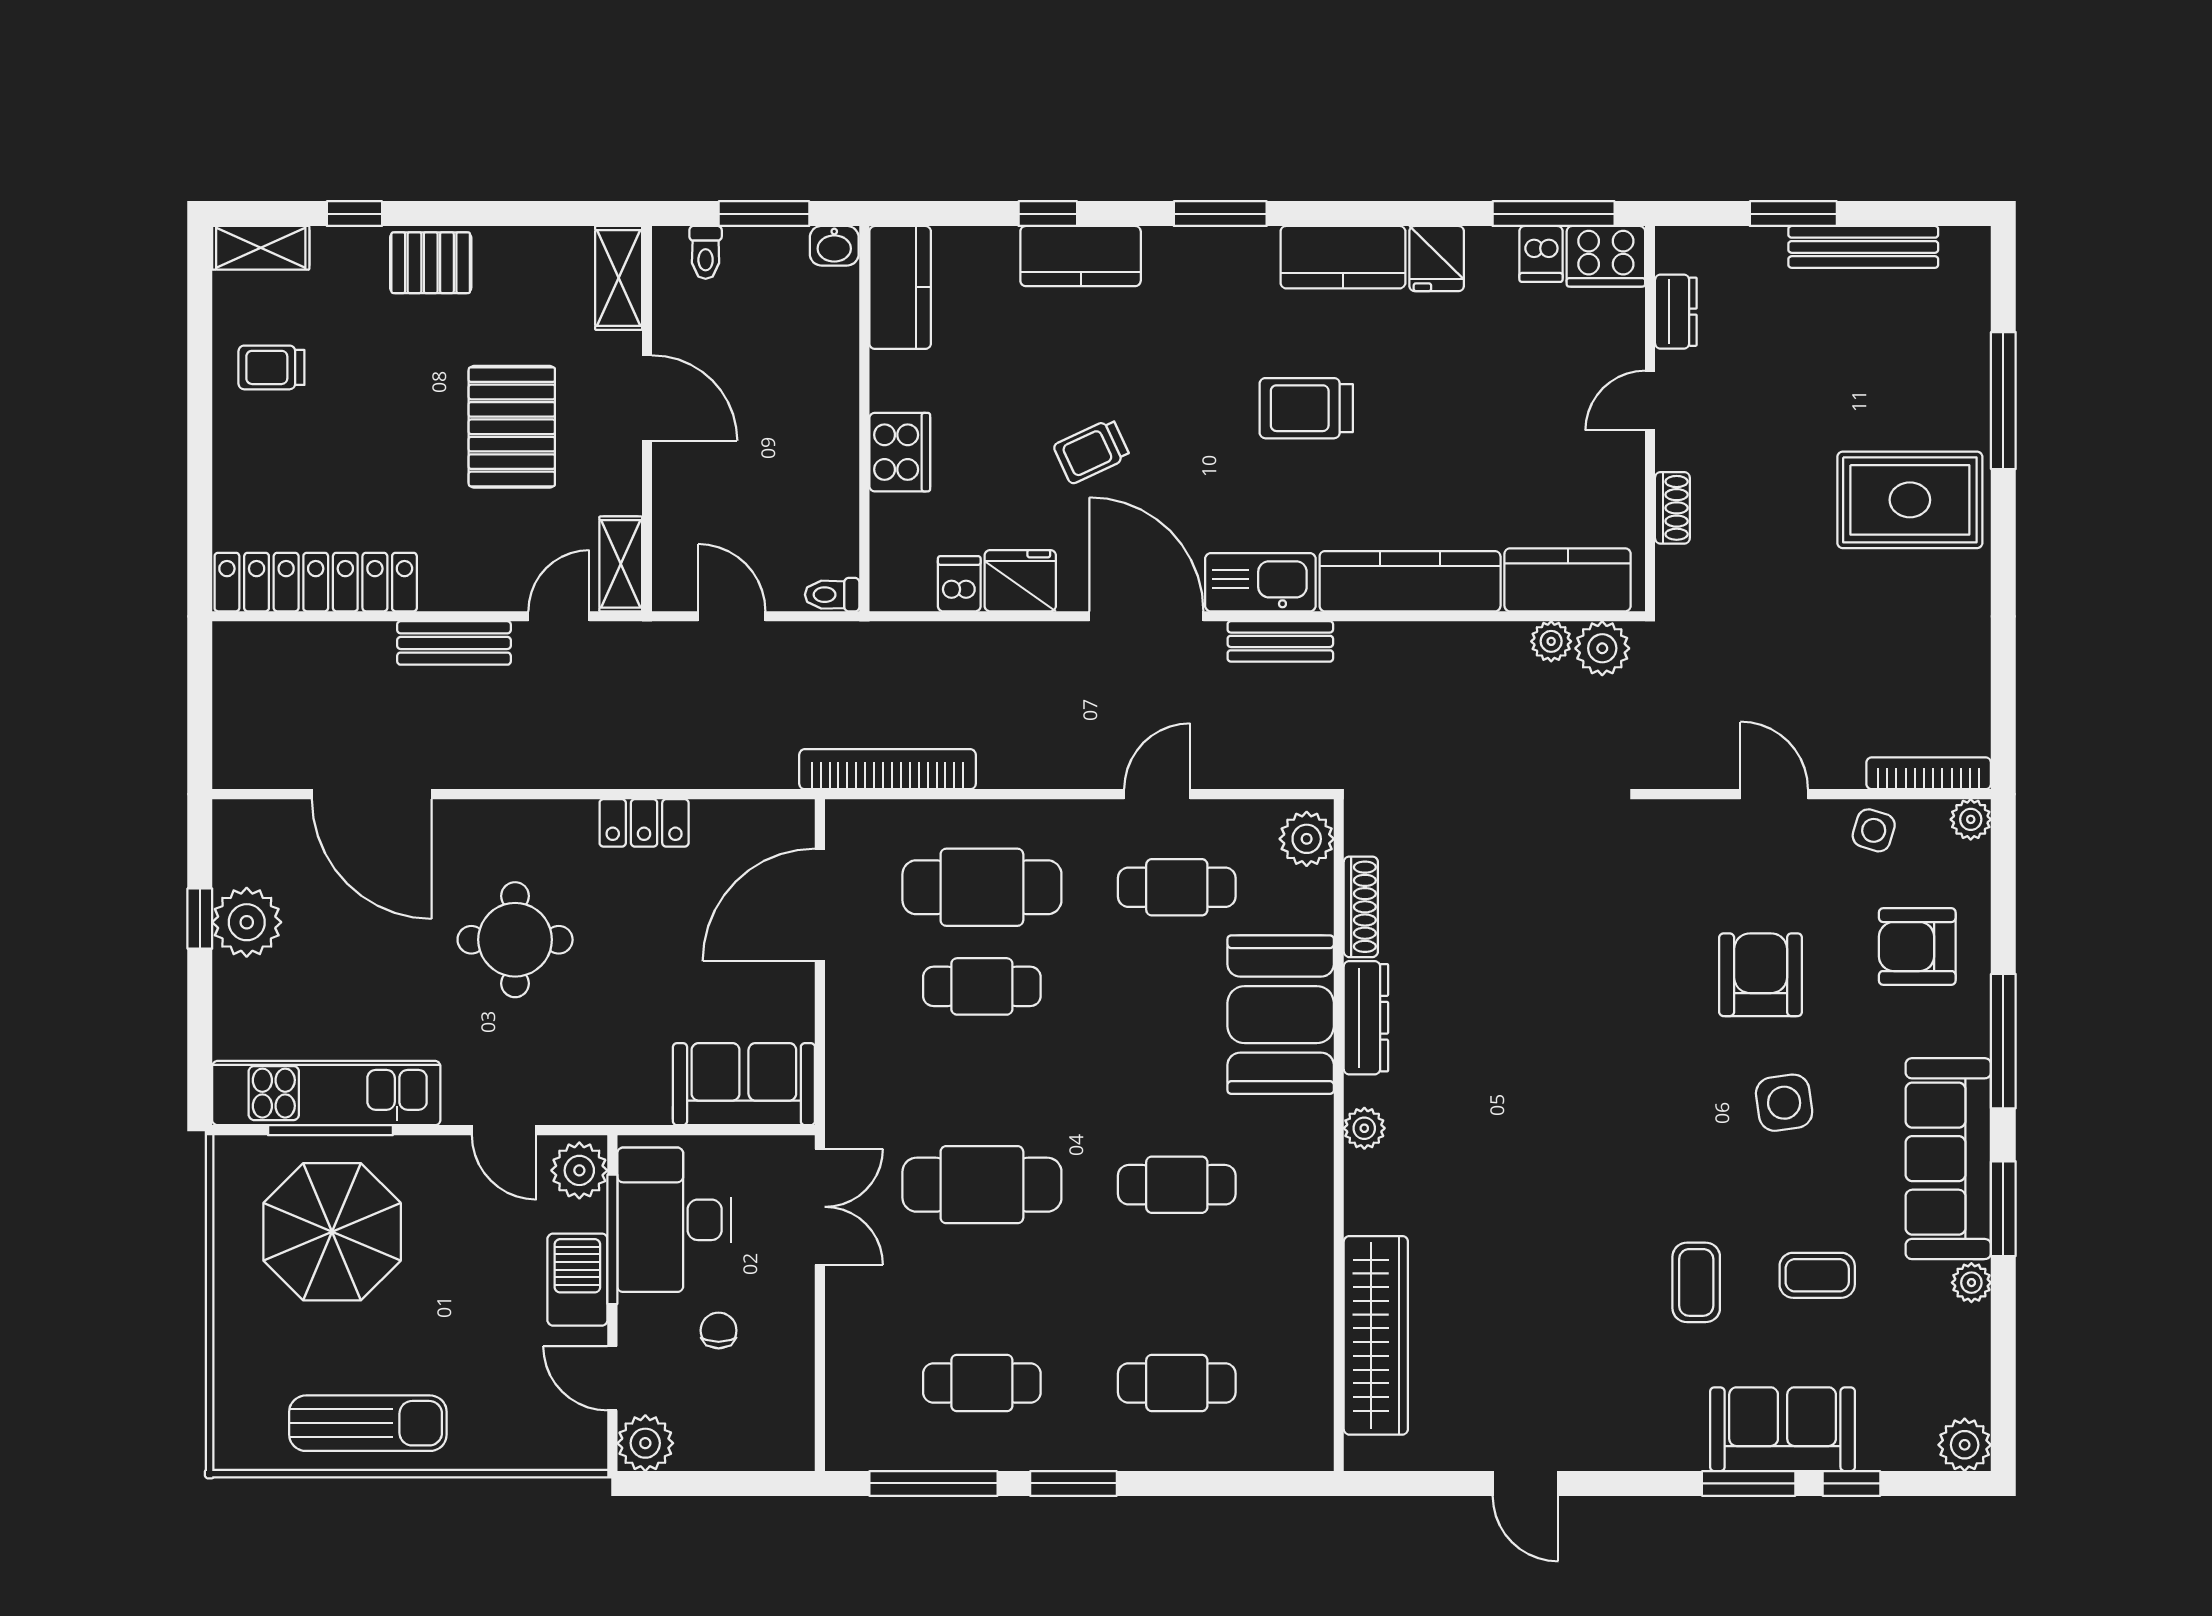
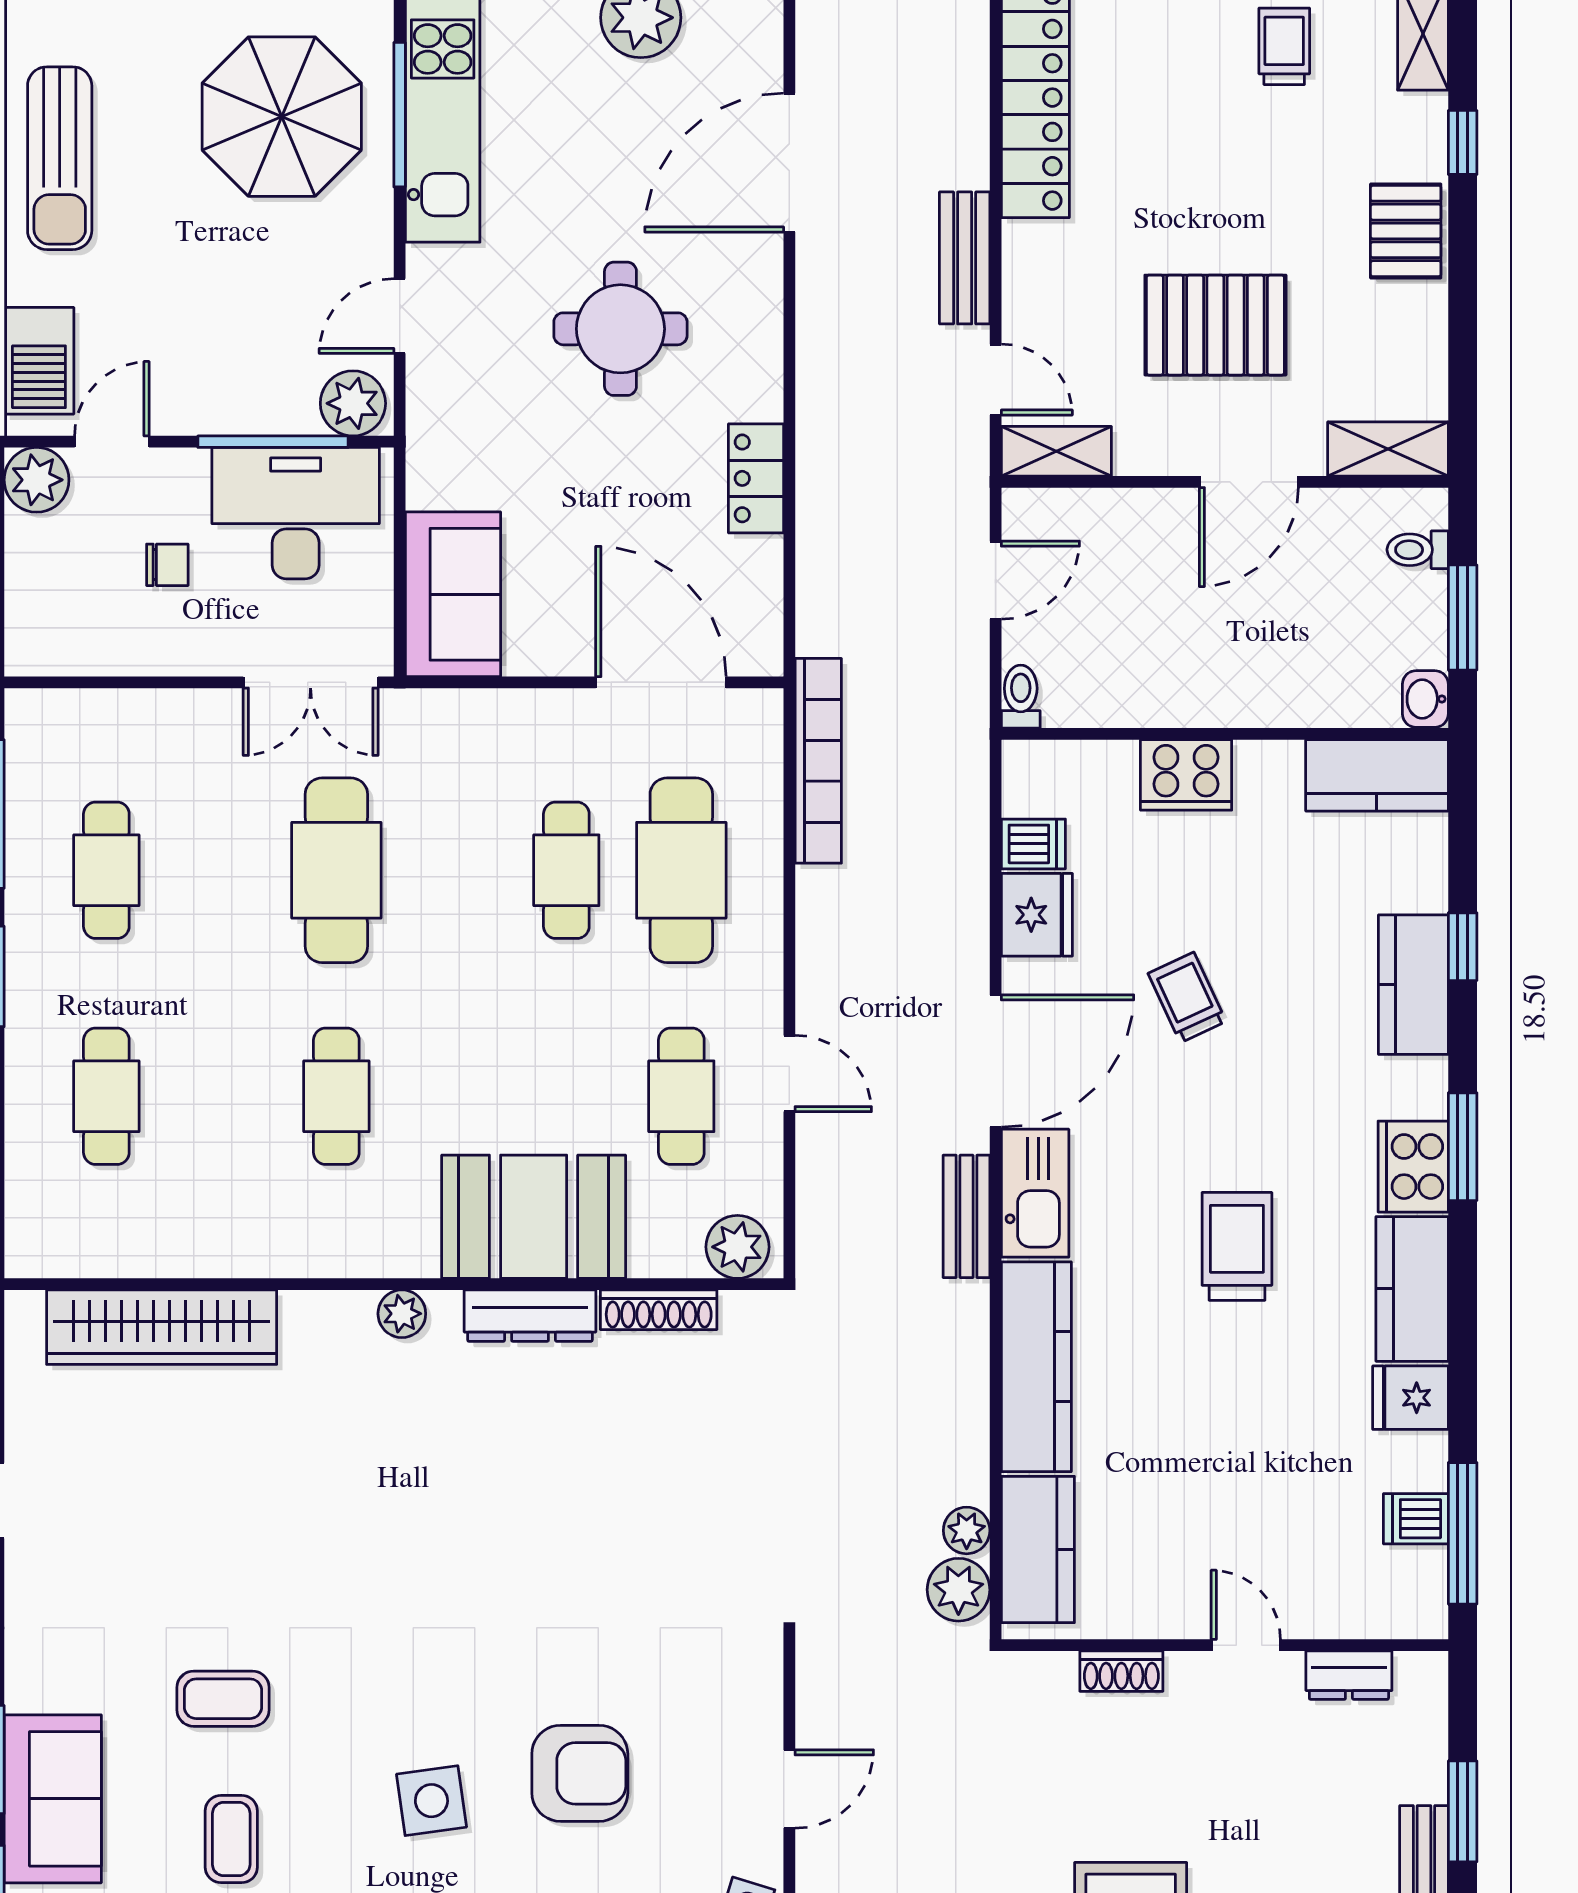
cooker: (1606, 256) -> (1413, 1167), moved
barbecue: (577, 1280) -> (39, 361), moved, turned 90

